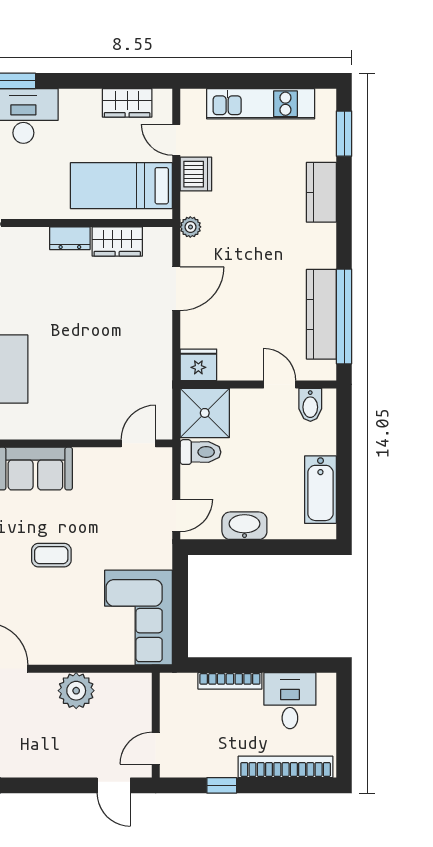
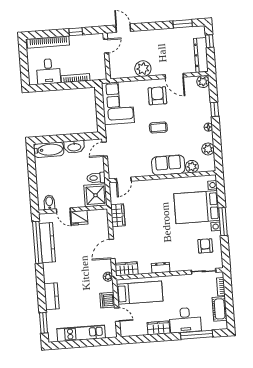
wardrobe: (127, 103) -> (159, 328), moved
wardrobe: (117, 241) -> (127, 269), moved
wardrobe: (158, 364) -> (118, 215), added
fridge: (198, 365) -> (79, 218), moved
bathtub: (320, 490) -> (49, 150), moved, turned 90
armchair: (48, 627) -> (157, 96), added

